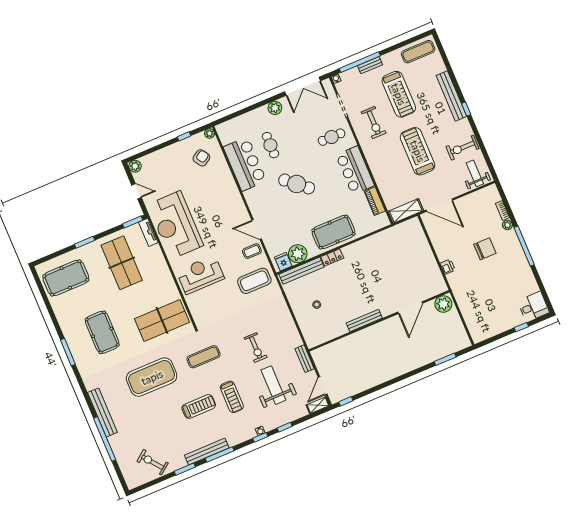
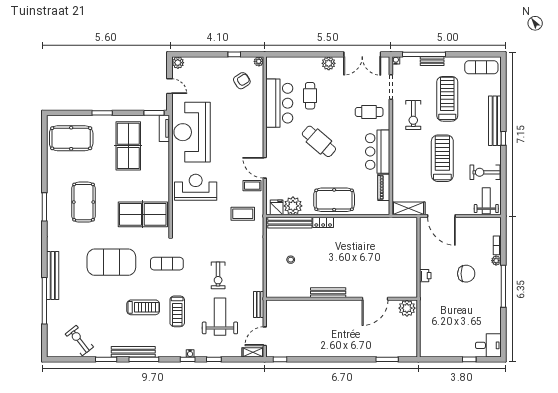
treadmill: (399, 94) -> (447, 99), turned 180
coffee table: (254, 281) -> (243, 214), width x0.73, depth x0.76

